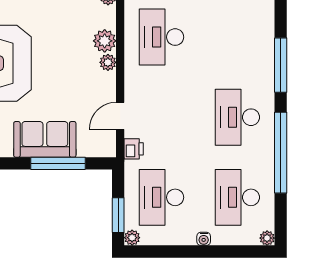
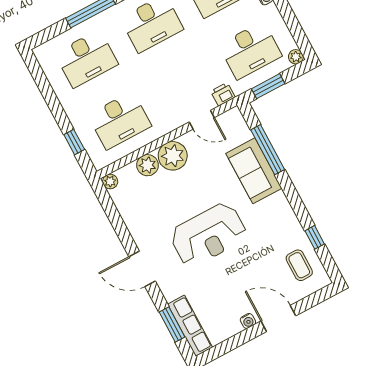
desk: (237, 37) -> (86, 59), added
plant: (108, 62) -> (173, 156), width x1.88, depth x1.88
window: (118, 215) -> (268, 86), moved

